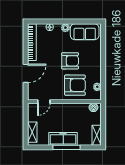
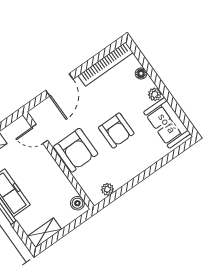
door: (26, 73) -> (59, 85), hinge flipped
armchair: (75, 85) -> (76, 150), moved

